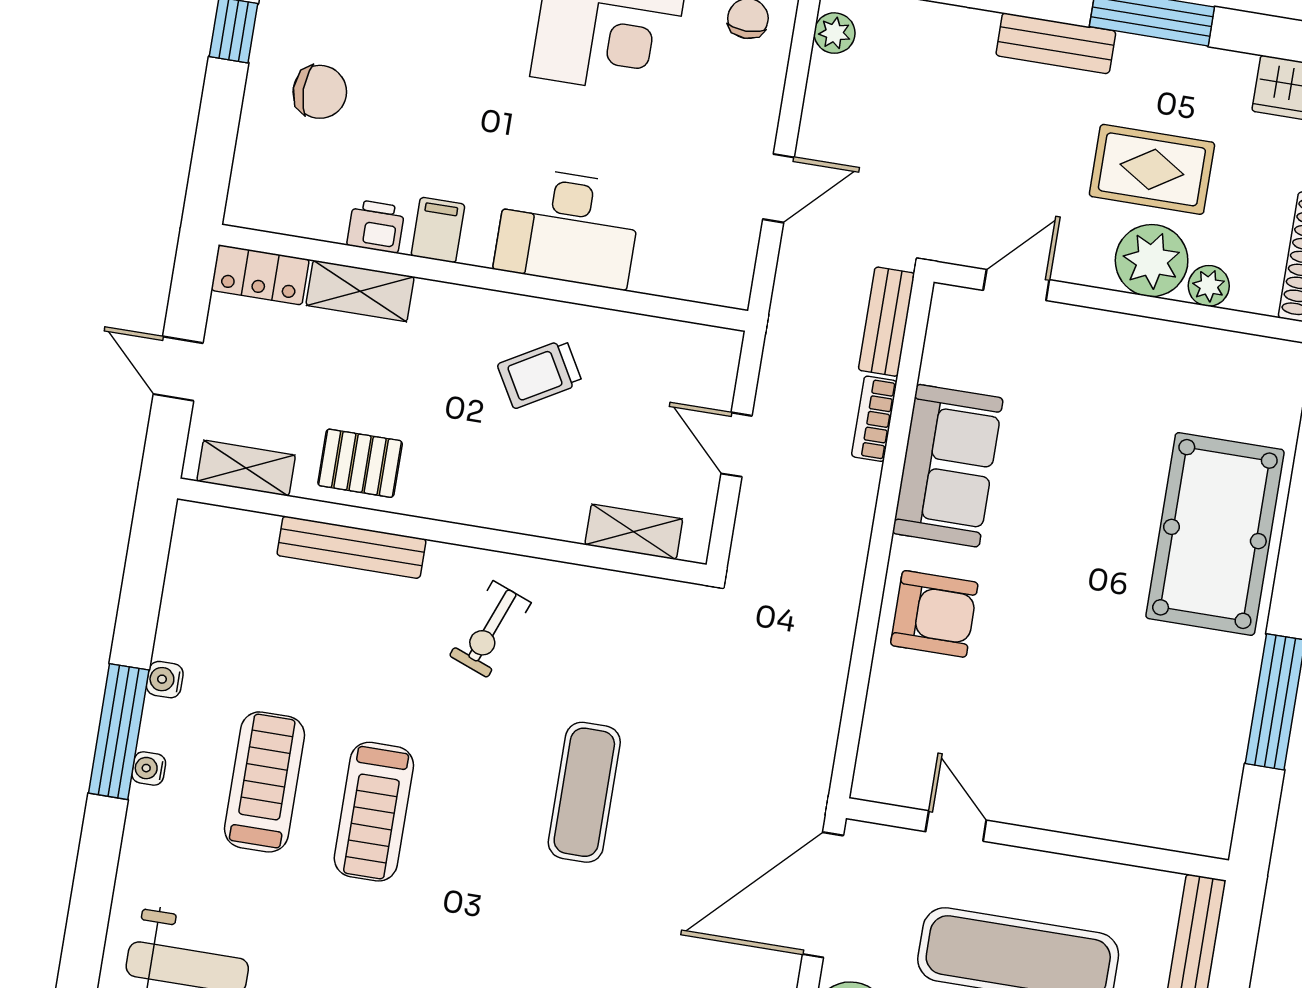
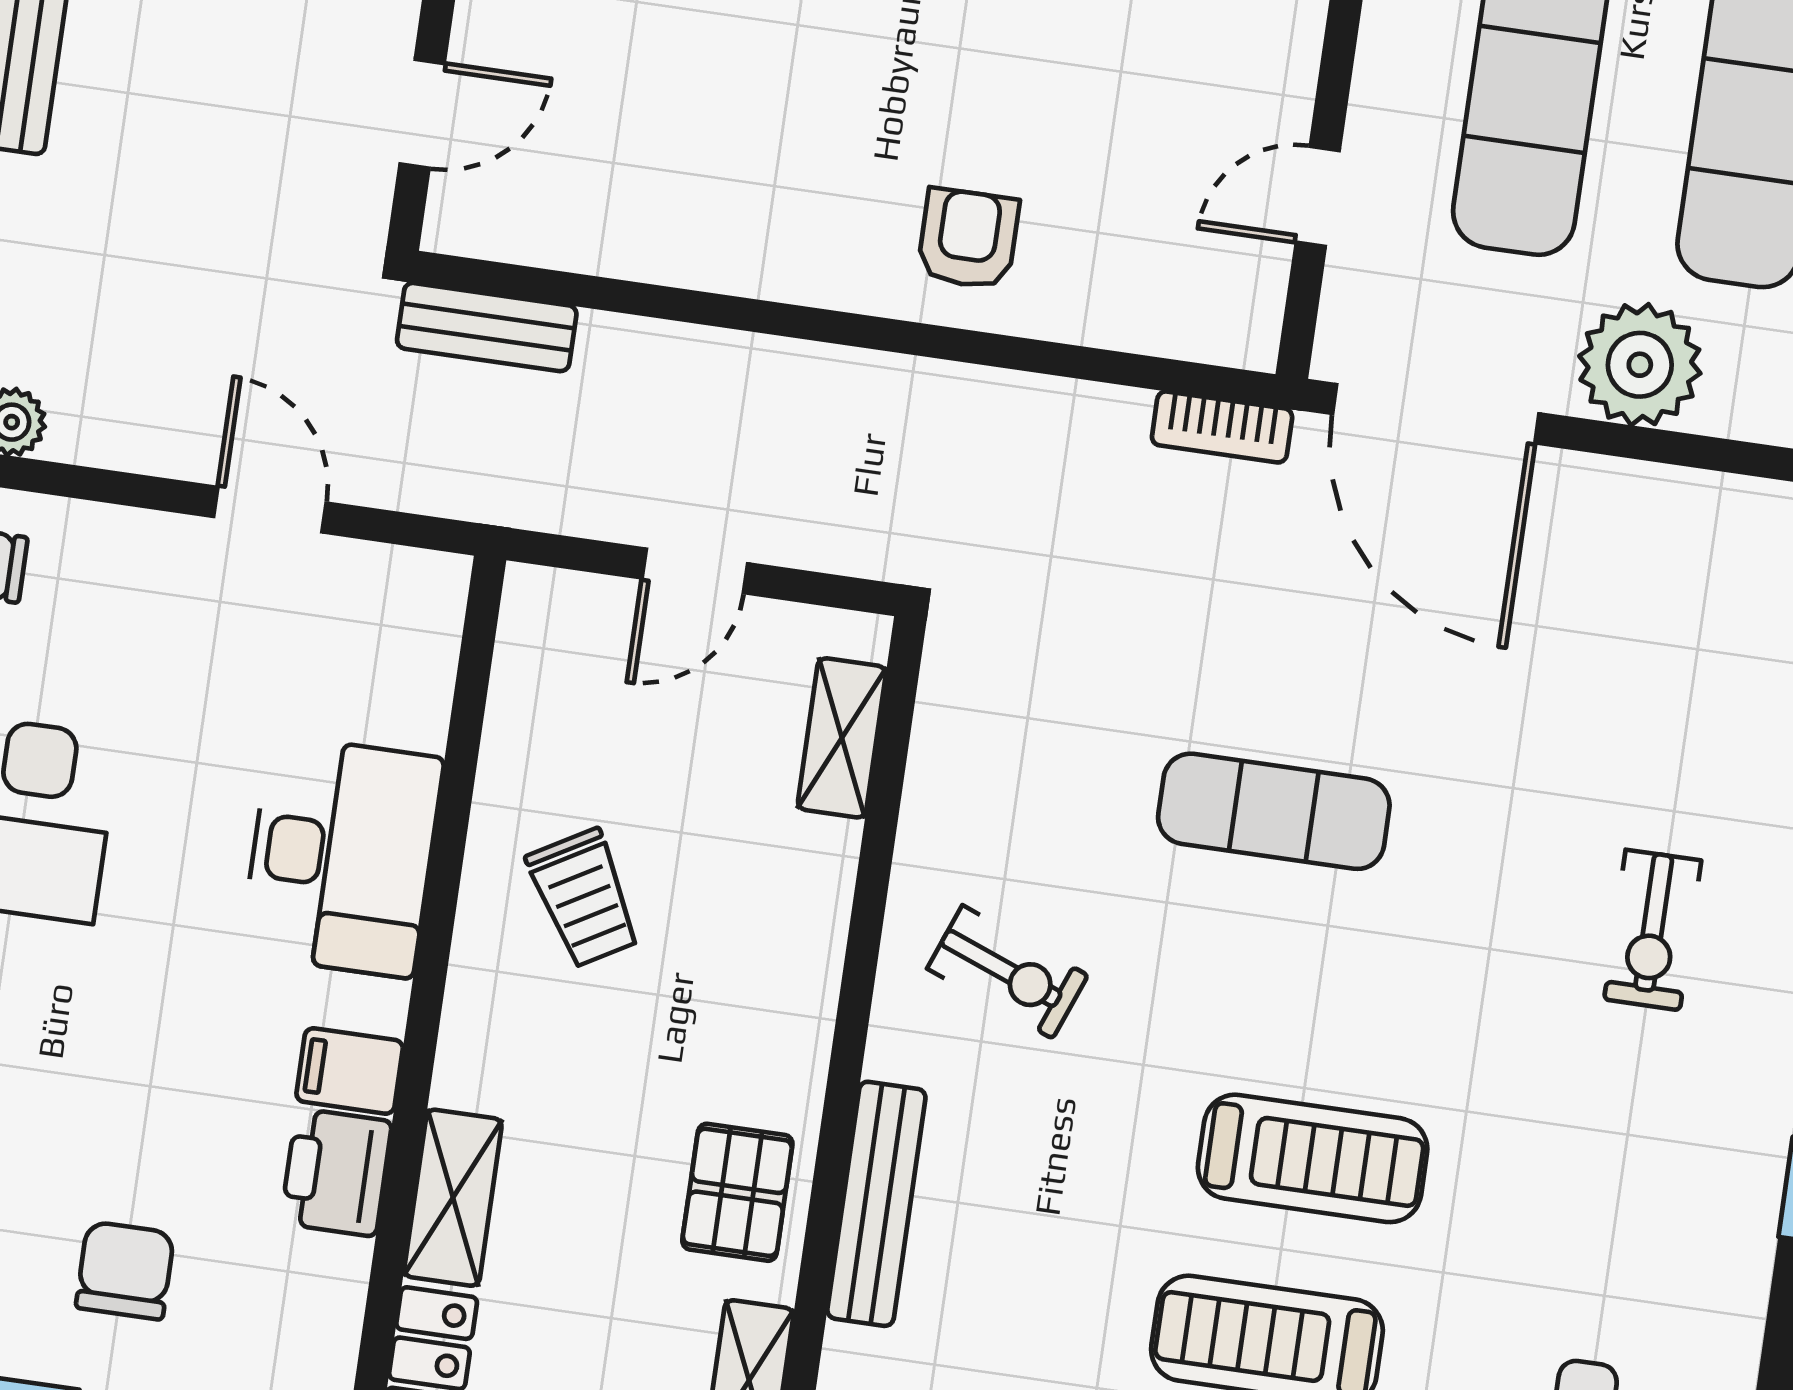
printer: (376, 226) -> (336, 1172), width x1.36, depth x1.24
door: (1016, 285) -> (422, 114), swing flipped
bookcase: (874, 419) -> (1222, 427), moved
sofa: (948, 466) -> (723, 221), removed
armchair: (934, 614) -> (968, 239), width x0.72, depth x0.72

